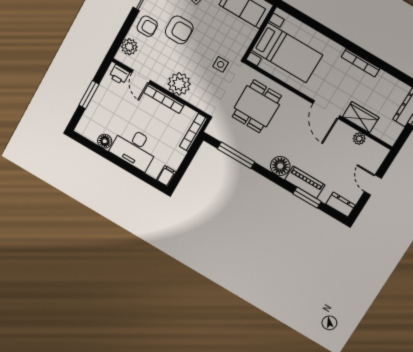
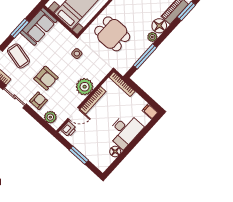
armchair: (179, 30) -> (46, 78), turned 90
plant: (264, 160) -> (152, 37), added

